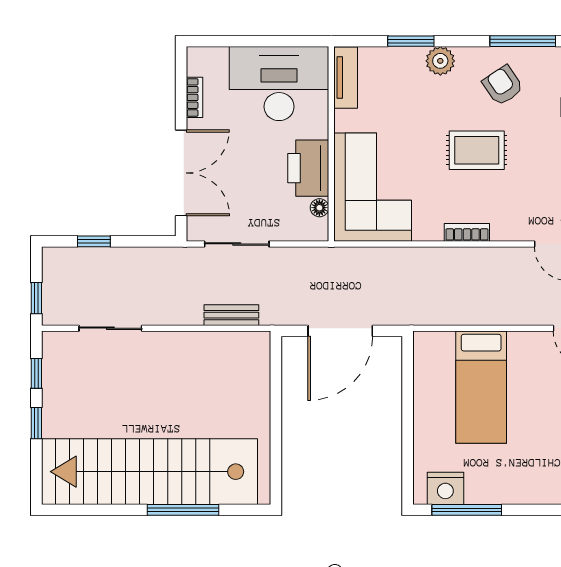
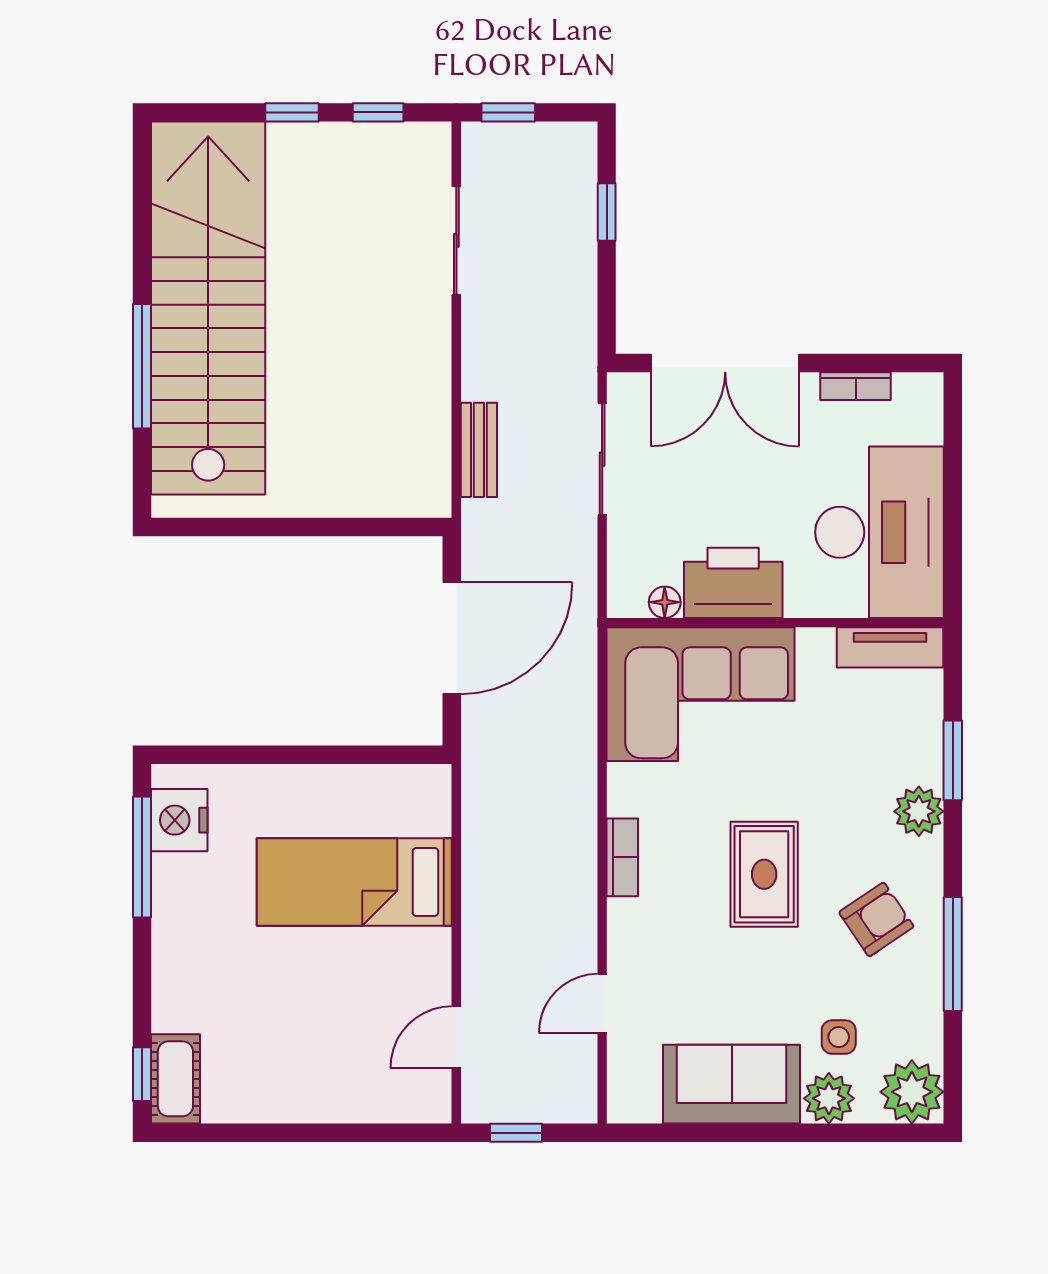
door: (340, 331) -> (452, 638), swing flipped

